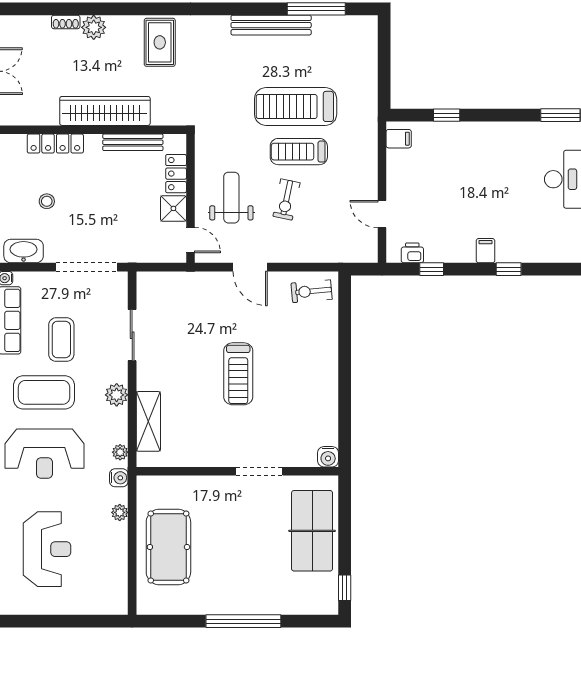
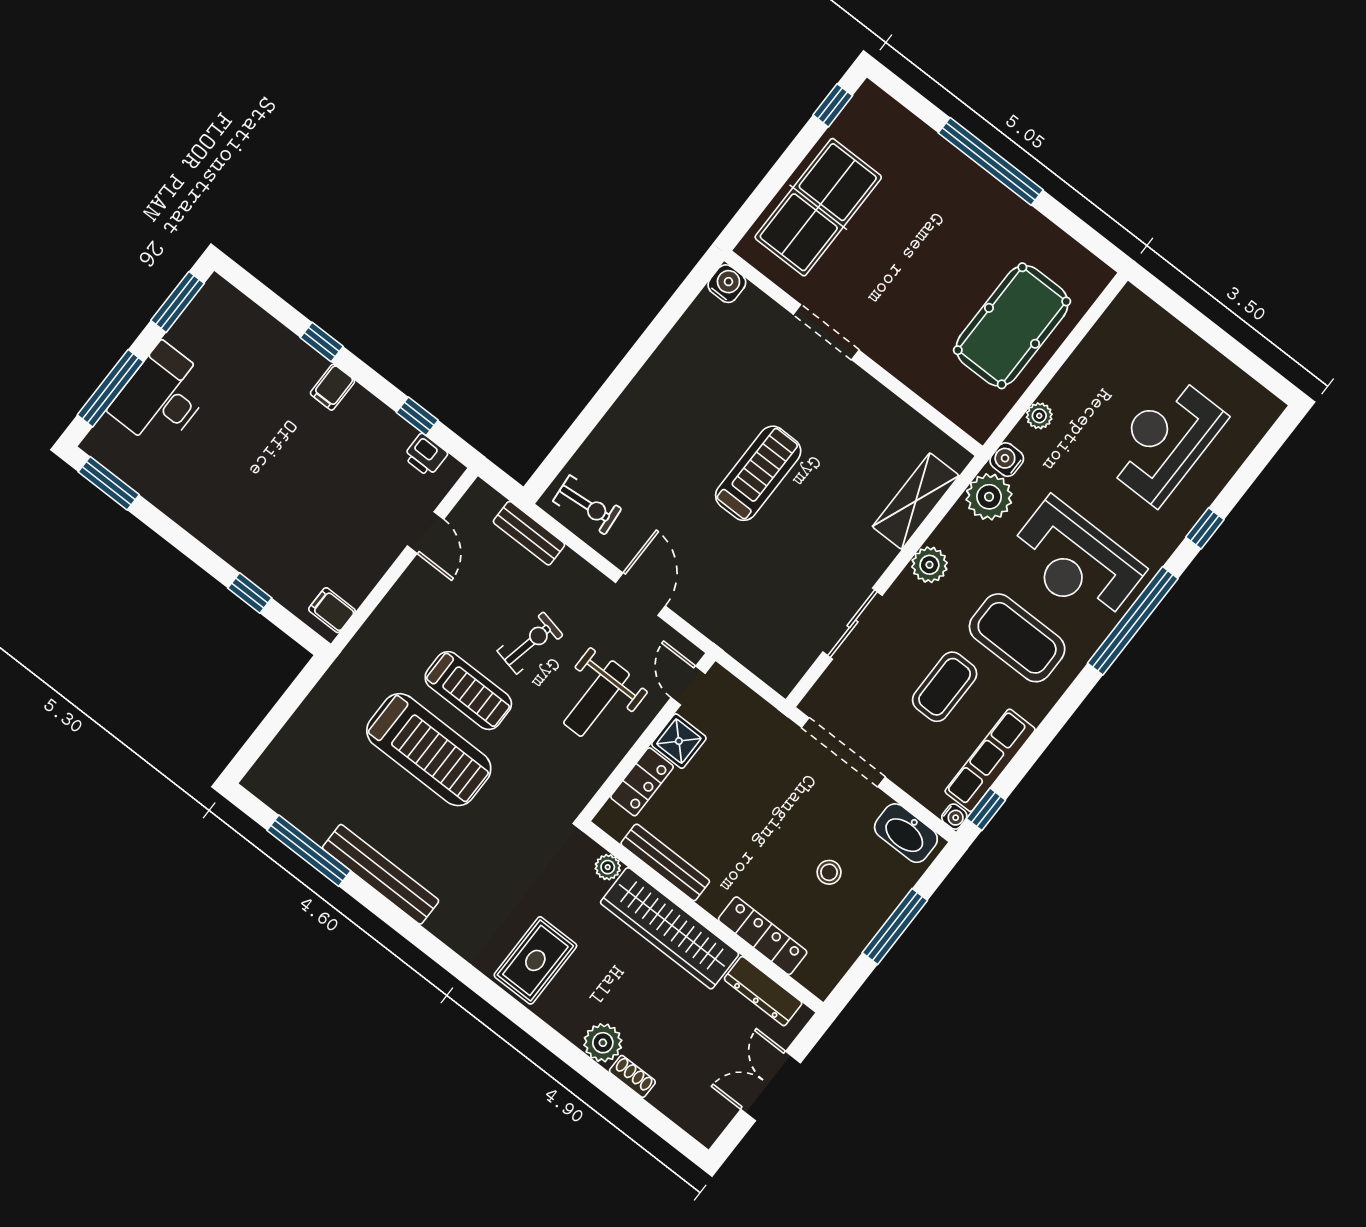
dresser: (33, 116) -> (763, 991), added
plant: (160, 117) -> (608, 867), added
bench: (330, 254) -> (529, 533), added
plant: (120, 452) -> (989, 497), width x1.88, depth x1.88
reception desk: (44, 454) -> (1076, 561), turned 180

